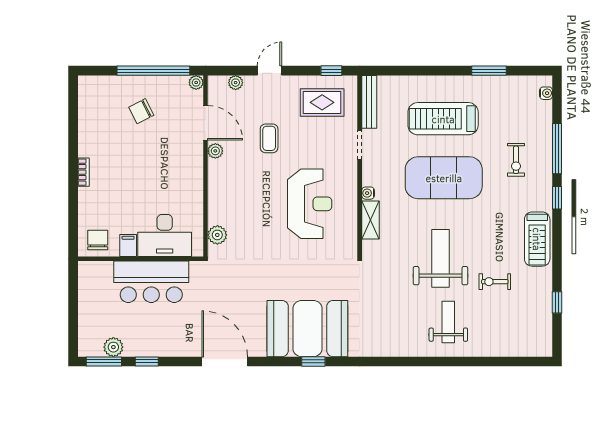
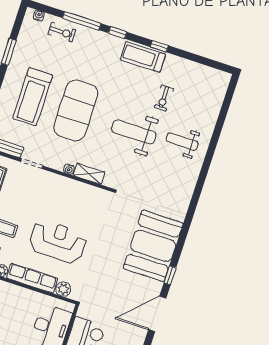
exercise bike: (516, 160) -> (62, 32), moved
row of seats: (218, 192) -> (32, 278), added
reception desk: (310, 204) -> (58, 242), moved
treadmill: (537, 239) -> (143, 57), turned 180
window: (557, 302) -> (159, 46), moved
window: (313, 361) -> (170, 275), moved

